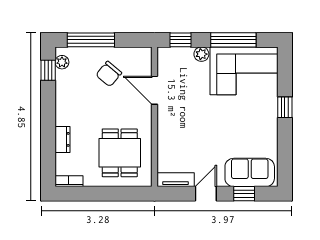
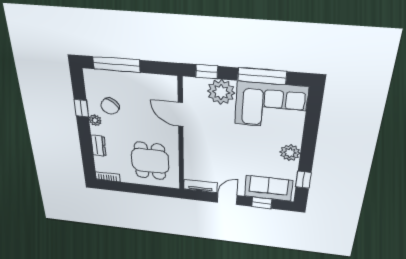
plant: (201, 54) -> (221, 92), width x1.88, depth x1.88
plant: (62, 62) -> (95, 120), moved
window: (48, 70) -> (81, 108), moved
chair: (109, 74) -> (110, 106), moved
window: (285, 107) -> (303, 180), moved
plant: (268, 124) -> (290, 153), added

